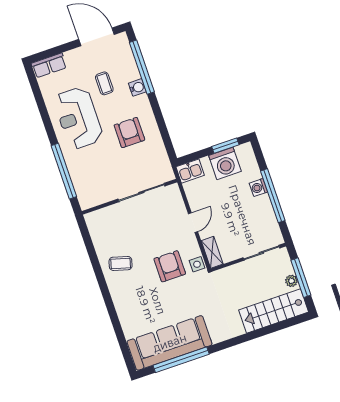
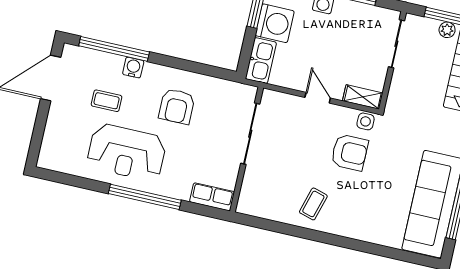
row of seats: (49, 65) -> (212, 197), moved, turned -90
armchair: (129, 132) -> (177, 106), turned -90
window: (64, 171) -> (145, 197), moved
kitchen sink: (190, 171) -> (261, 61), width x1.38
armchair: (170, 266) -> (349, 152), turned 180

